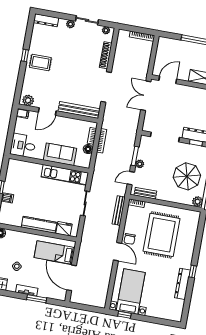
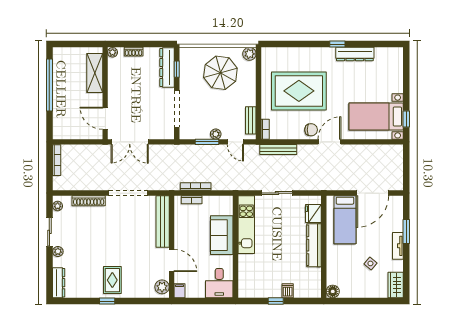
floor lamp: (88, 149) -> (209, 201), removed

